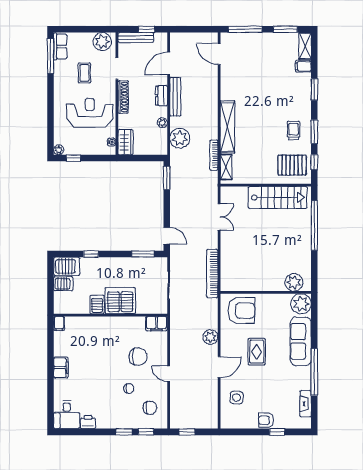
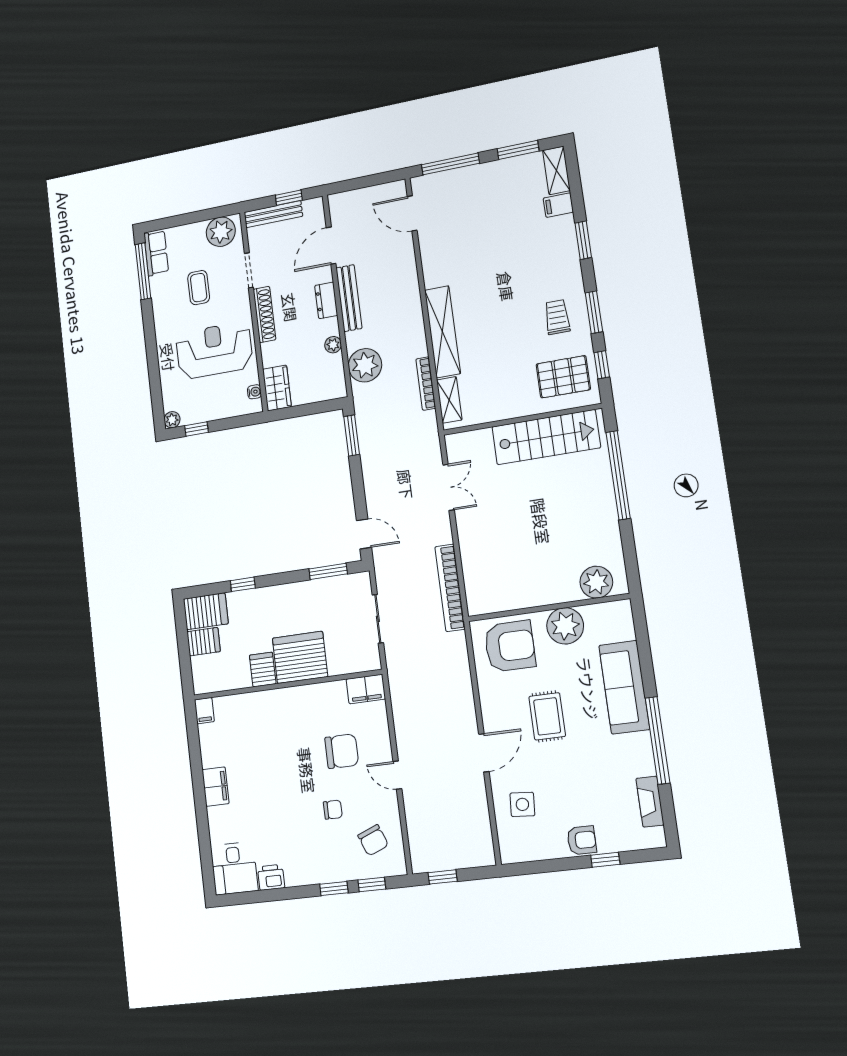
plant: (301, 304) -> (565, 626), moved
plant: (210, 337) -> (462, 701), removed
chair: (150, 408) -> (373, 840), turned 68
armchair: (266, 420) -> (582, 840), turned 180

